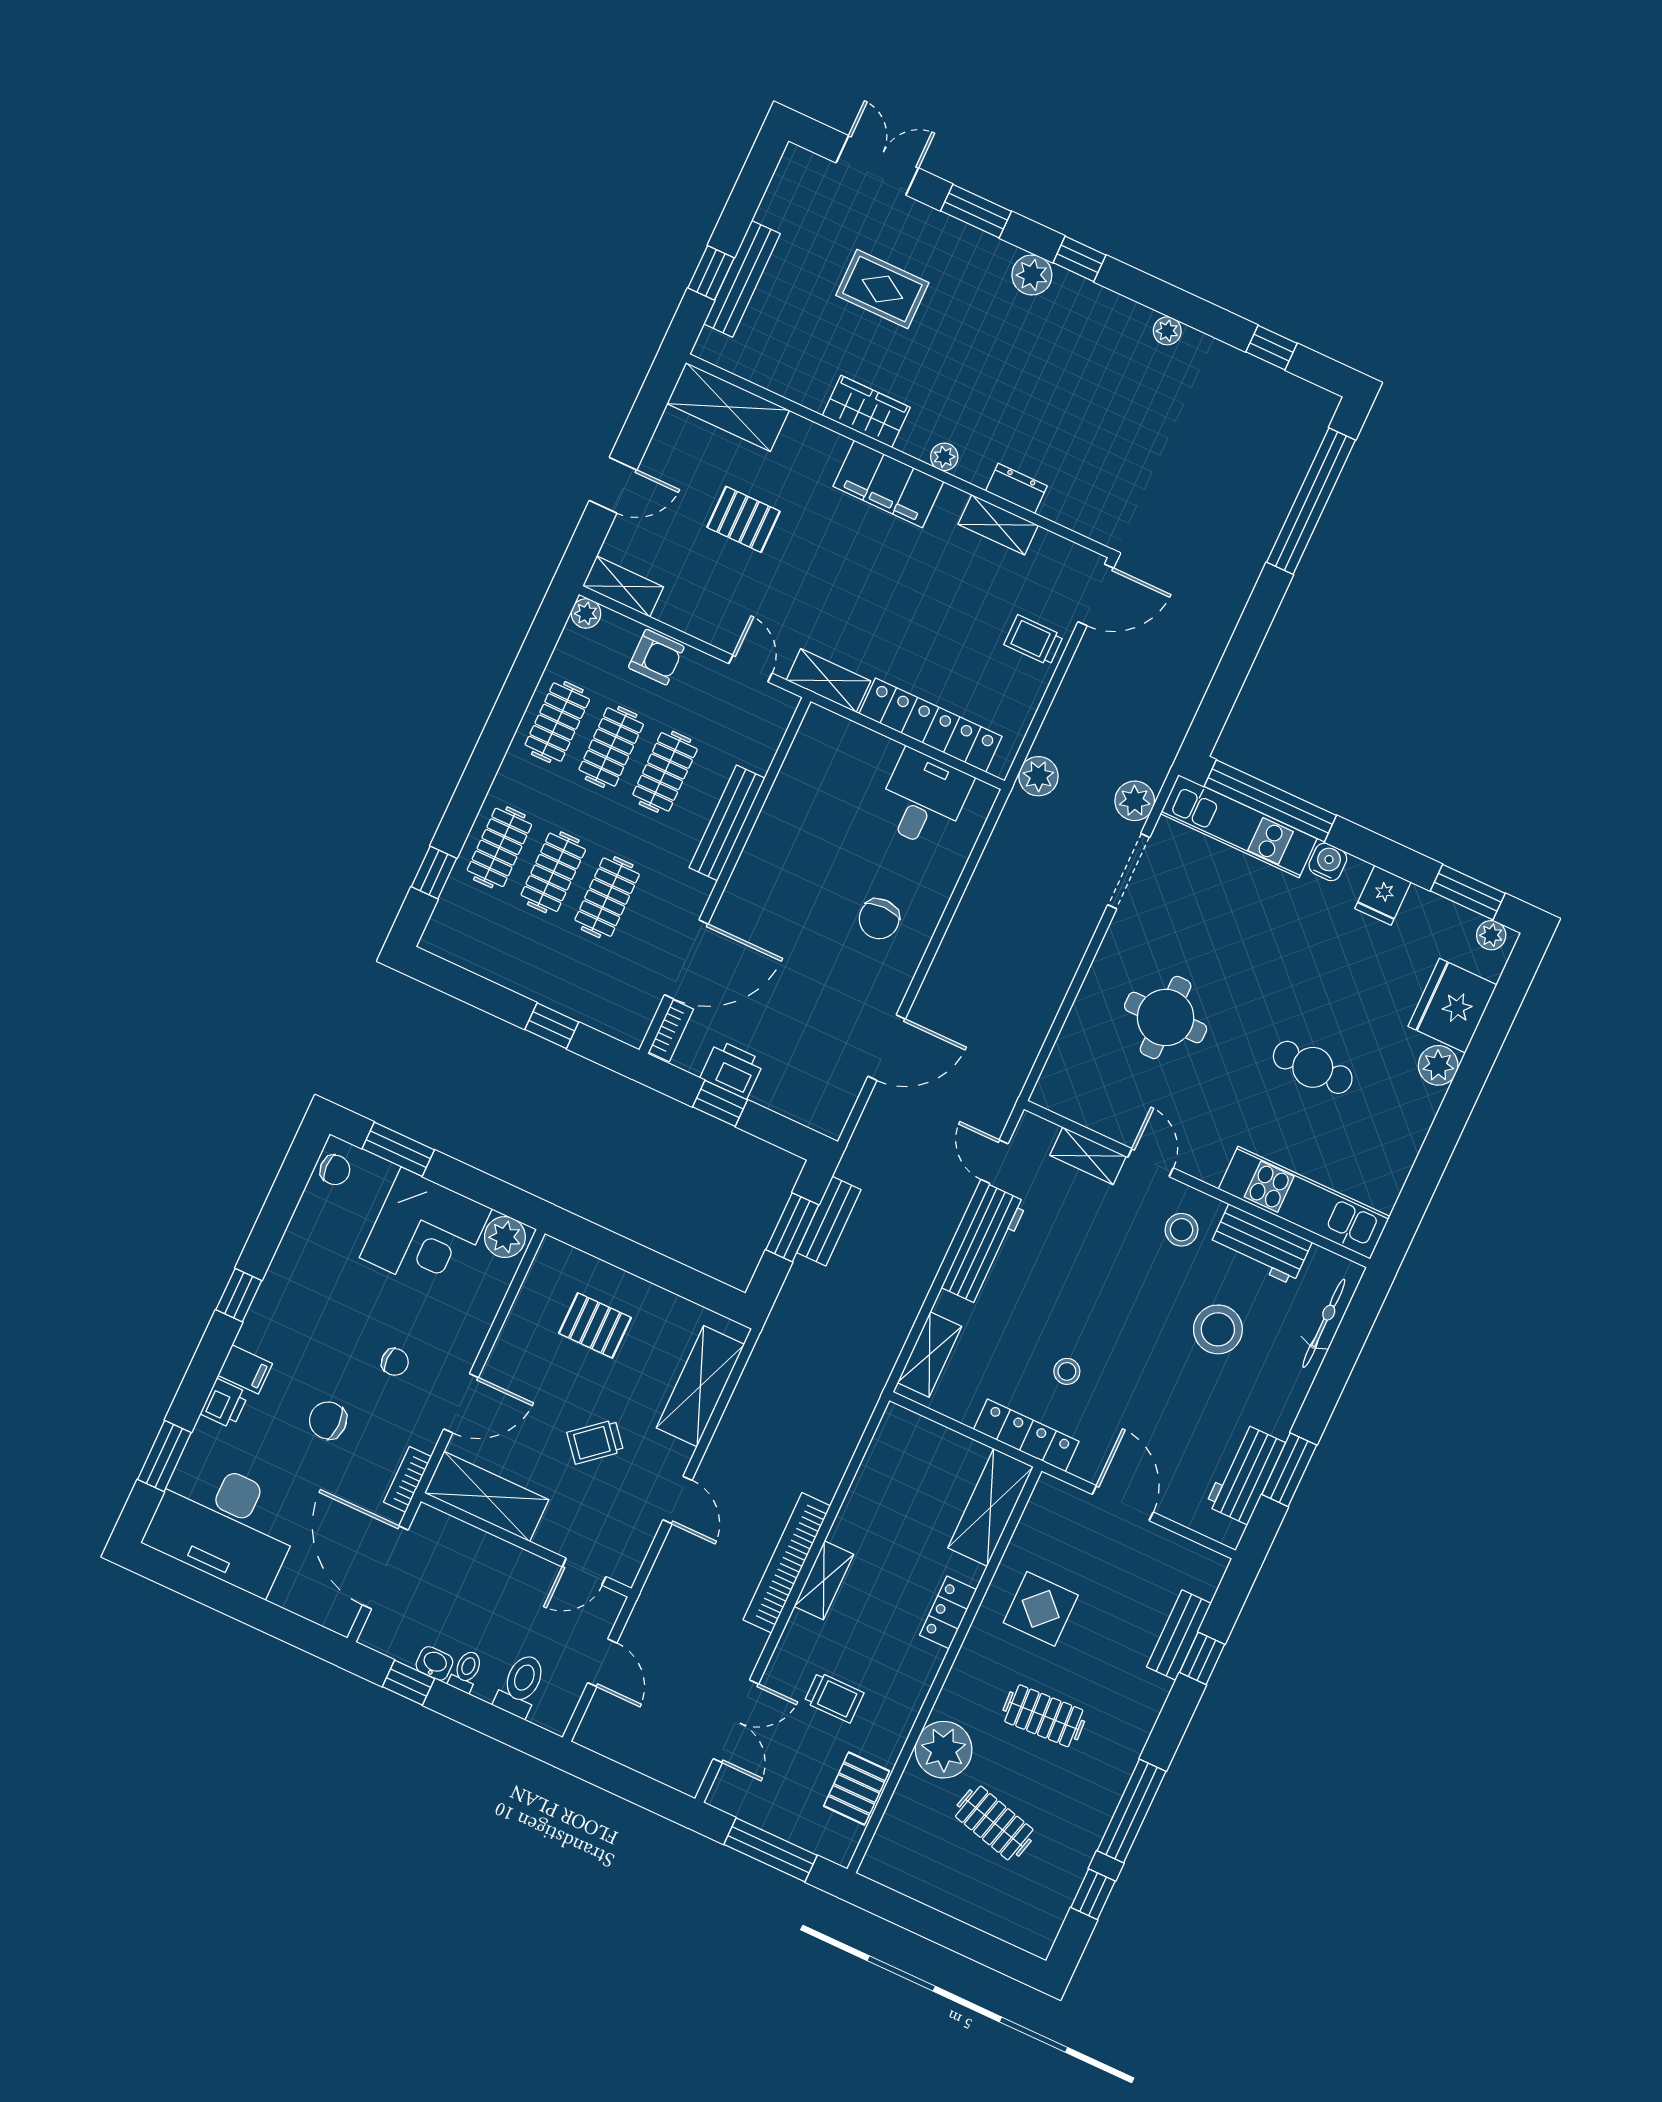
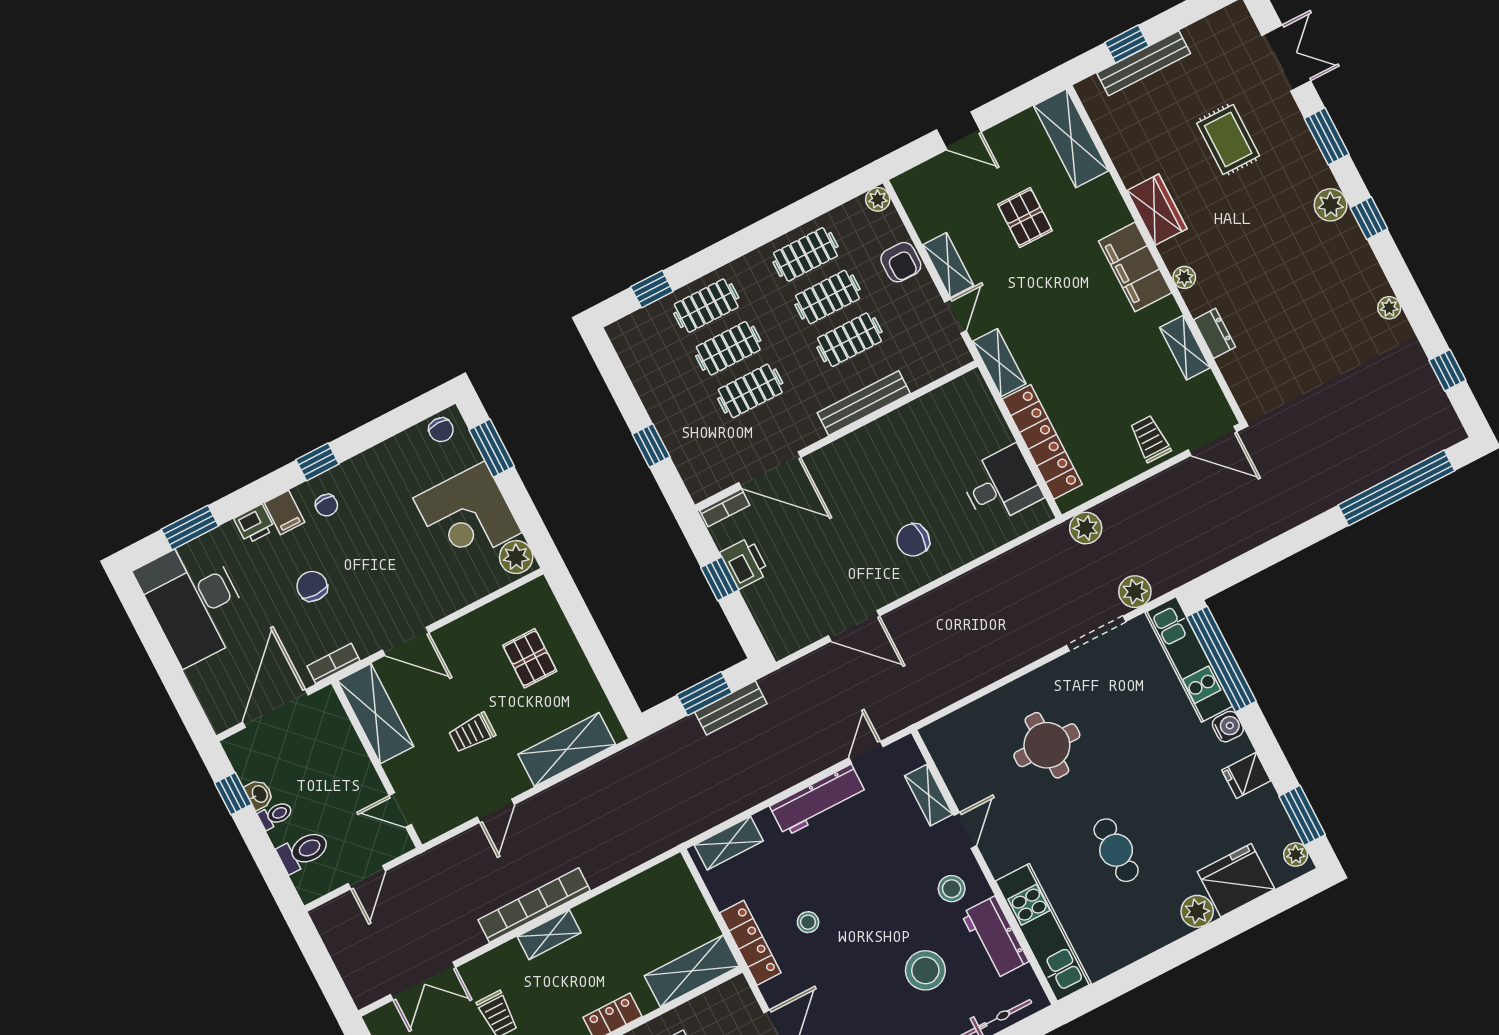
shelving: (623, 586) -> (948, 265), moved
chair: (395, 1362) -> (327, 505), moved
trolley: (595, 1442) -> (472, 733), turned -50

